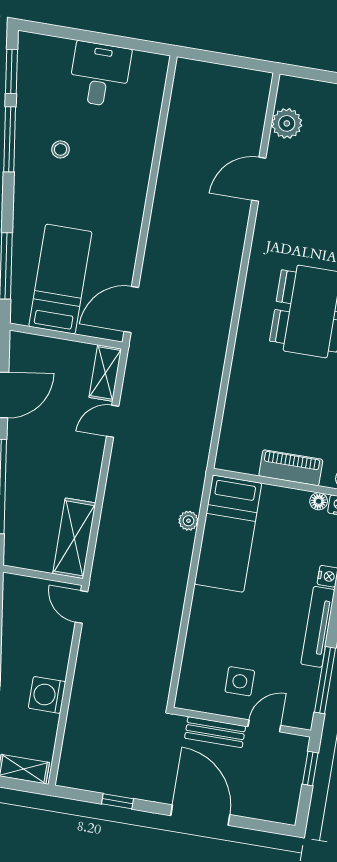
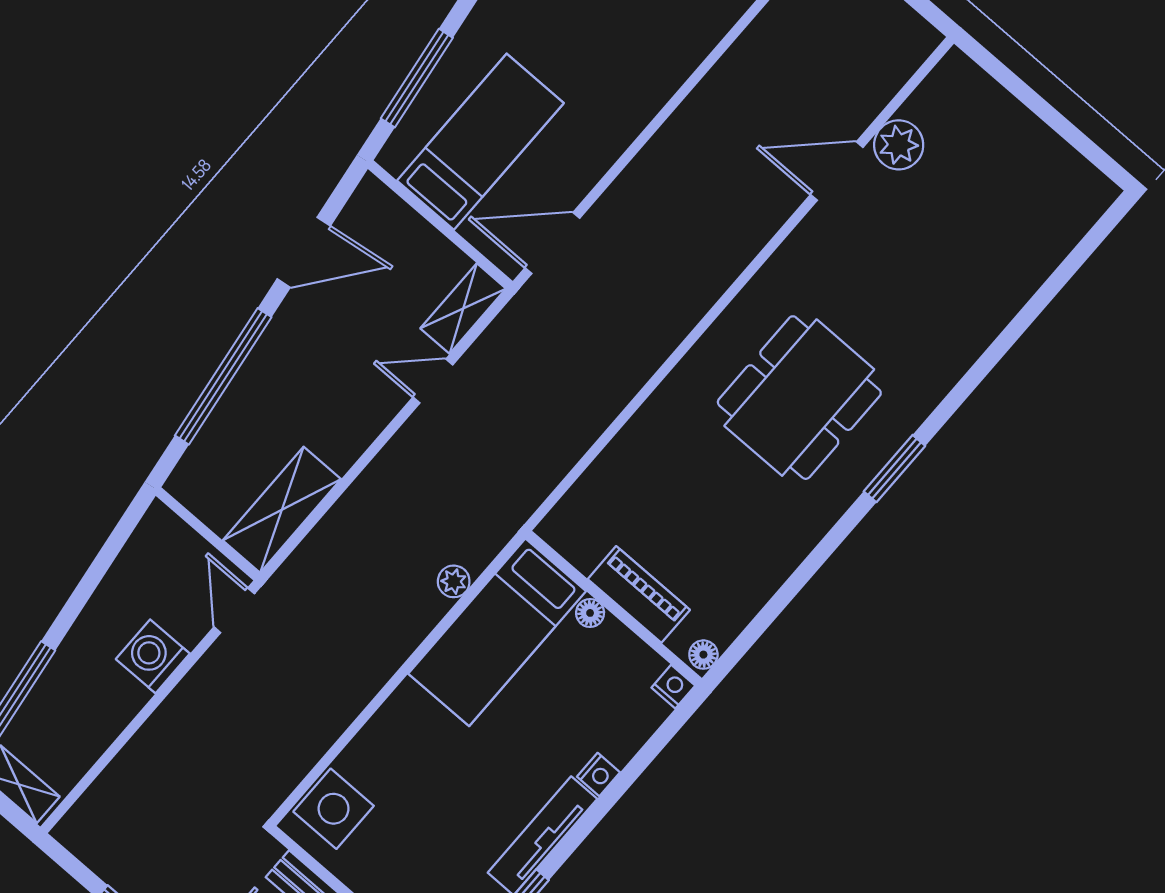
plant: (287, 123) -> (899, 145), moved
floor lamp: (319, 501) -> (590, 613), moved
side table: (240, 681) -> (334, 809), moved, width x1.37, depth x1.37
washing machine: (47, 695) -> (153, 656), moved

